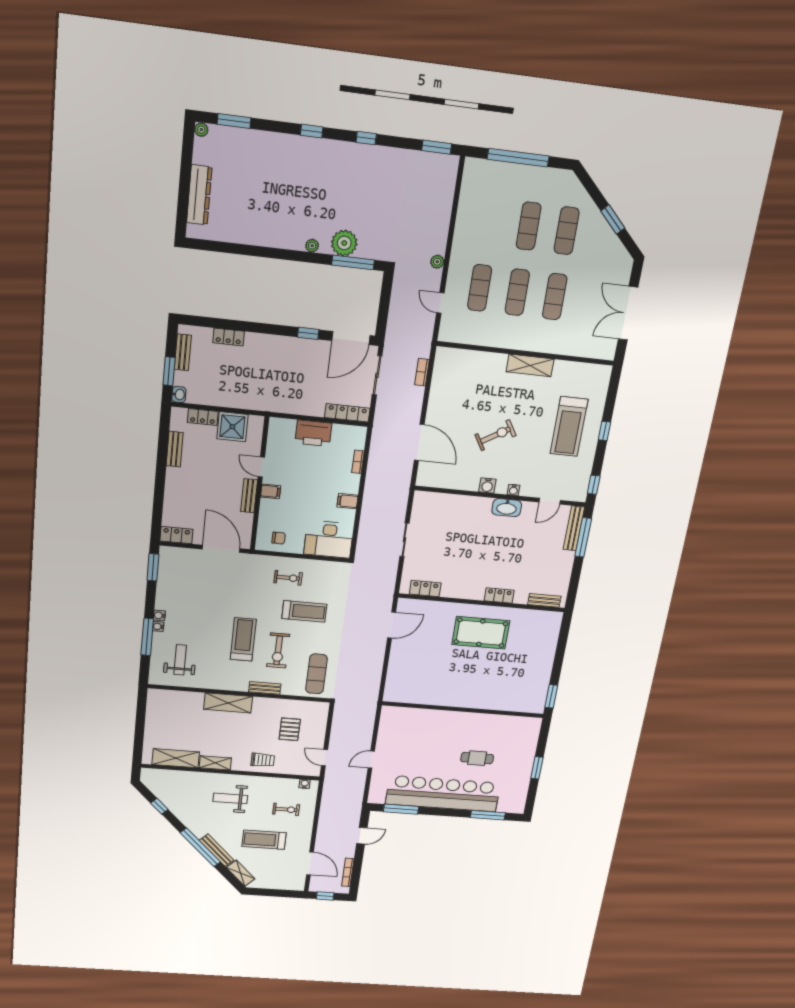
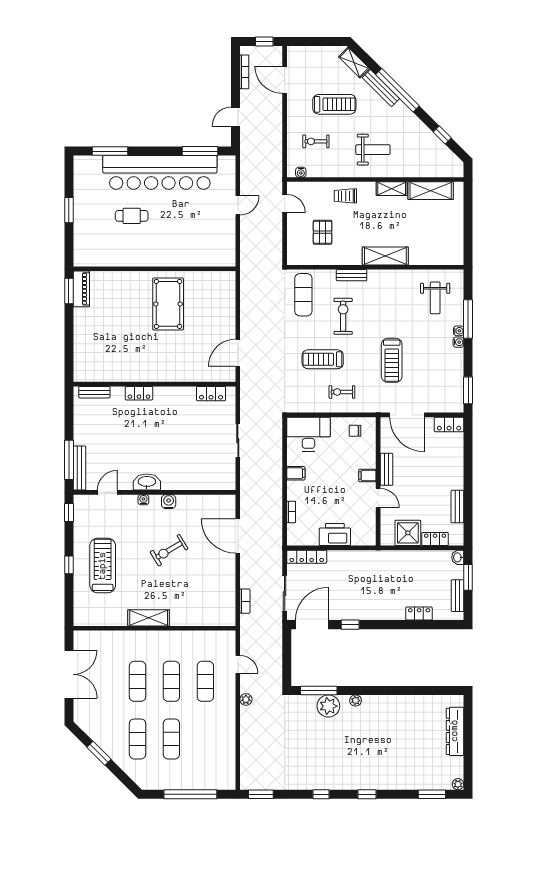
pool table: (481, 633) -> (168, 304), moved, turned 90
treadmill: (243, 639) -> (392, 360), moved
piano: (539, 697) -> (81, 289), added

